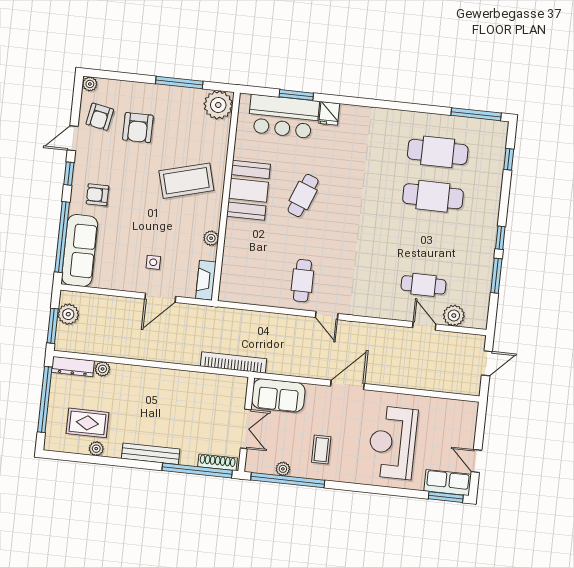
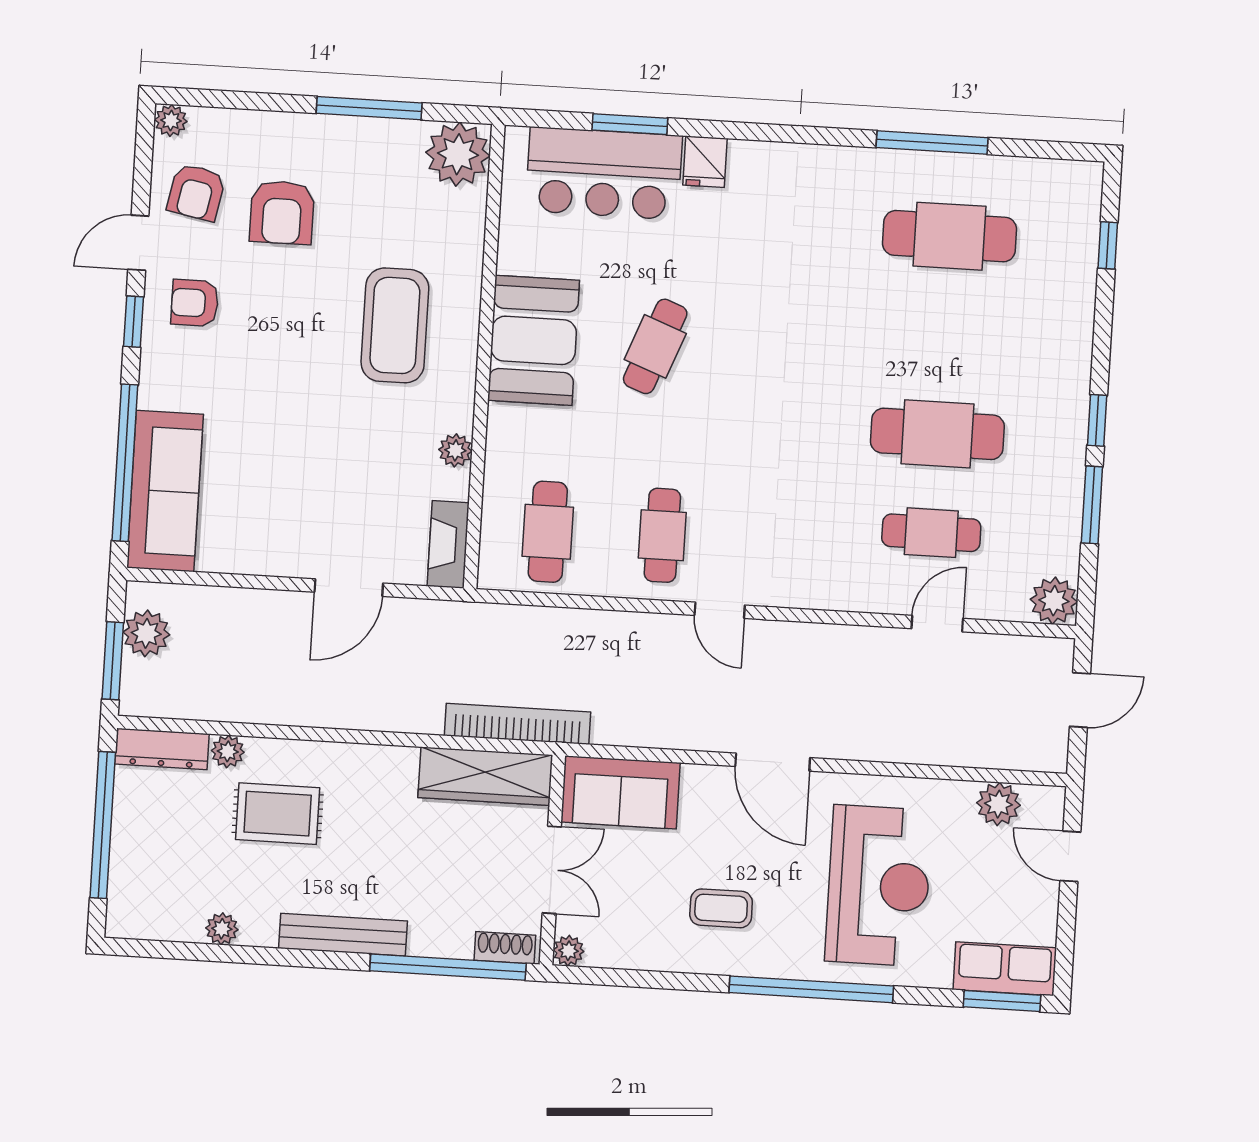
window: (476, 114) -> (932, 143), moved
coffee table: (186, 181) -> (395, 325), turned -75
armchair: (97, 195) -> (195, 303), moved
cafe table: (433, 196) -> (937, 434), moved
side table: (153, 262) -> (330, 510), removed
cafe table: (251, 277) -> (548, 532), added
plant: (454, 316) -> (1054, 601), moved
door: (424, 326) -> (937, 624), hinge flipped
wardrobe: (218, 385) -> (485, 776), added
door: (347, 385) -> (773, 762), swing flipped
plant: (448, 408) -> (999, 804), added
rug: (87, 423) -> (278, 814), moved
reception desk: (393, 443) -> (879, 886), turned 180
coffee table: (321, 450) -> (721, 908), turned 90
door: (476, 461) -> (1070, 856), moved
shoe rack: (217, 462) -> (505, 948), width x0.70
plant: (283, 469) -> (569, 951), moved
window: (288, 480) -> (811, 989), moved

